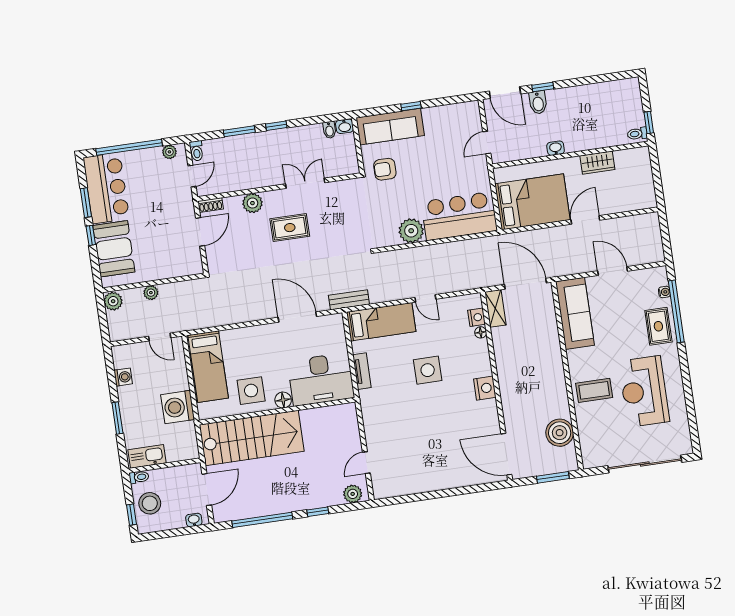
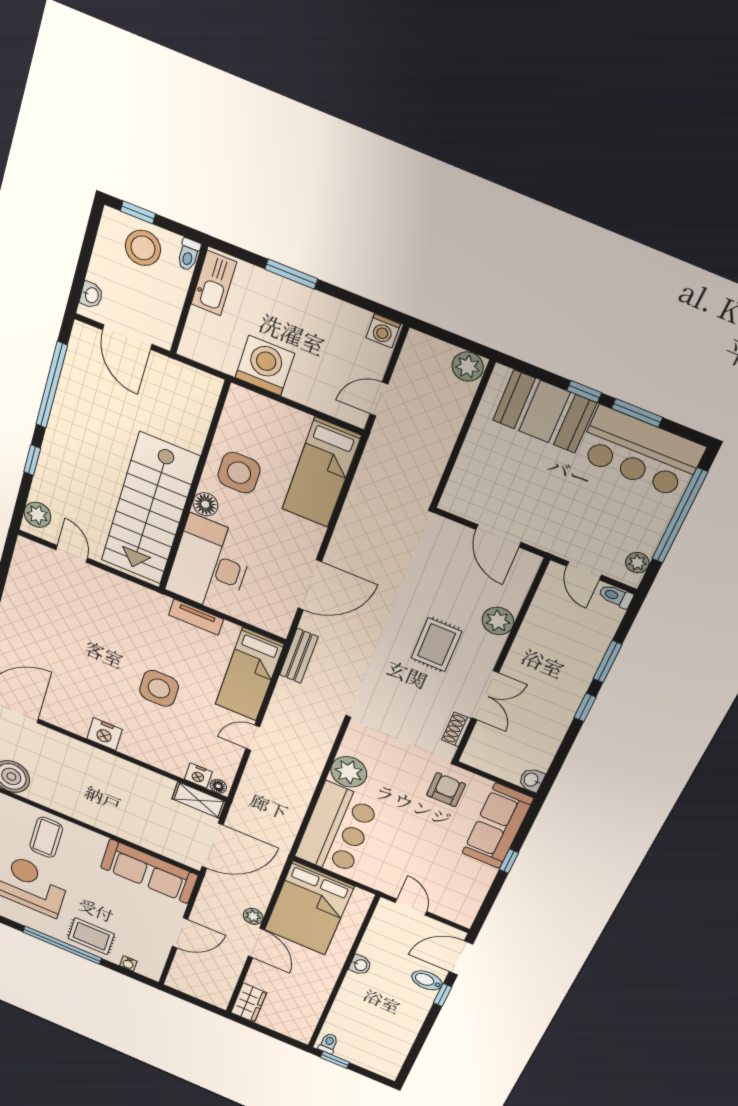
bidet: (329, 130) -> (538, 761), removed
wardrobe: (597, 163) -> (249, 1003), moved, turned 180
shoe rack: (211, 205) -> (456, 729), moved
plant: (151, 293) -> (253, 916), moved
window: (676, 311) -> (62, 945), moved
floor lamp: (481, 332) -> (218, 786), moved
bed: (208, 367) -> (321, 473), moved, turned -90
washing machine: (123, 377) -> (383, 331), moved
stairs: (252, 438) -> (150, 509), moved

